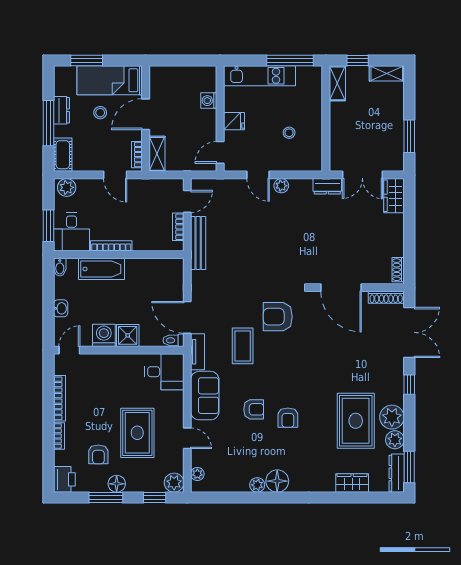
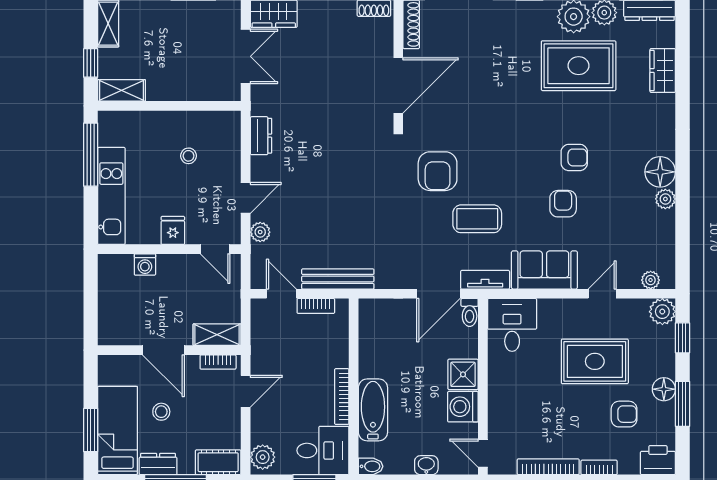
bed: (110, 80) -> (117, 431), moved, turned 180
plant: (281, 186) -> (260, 232), moved
dresser: (327, 186) -> (261, 136), moved

